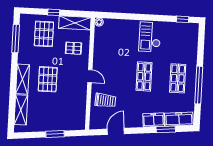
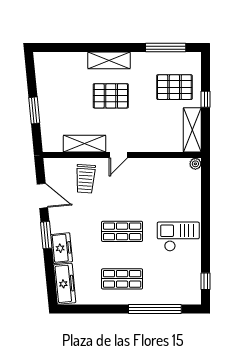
pallet: (74, 48) -> (157, 130), removed
window: (199, 85) -> (155, 309), moved
shelving: (21, 110) -> (85, 144), moved
window: (166, 129) -> (46, 235), moved

